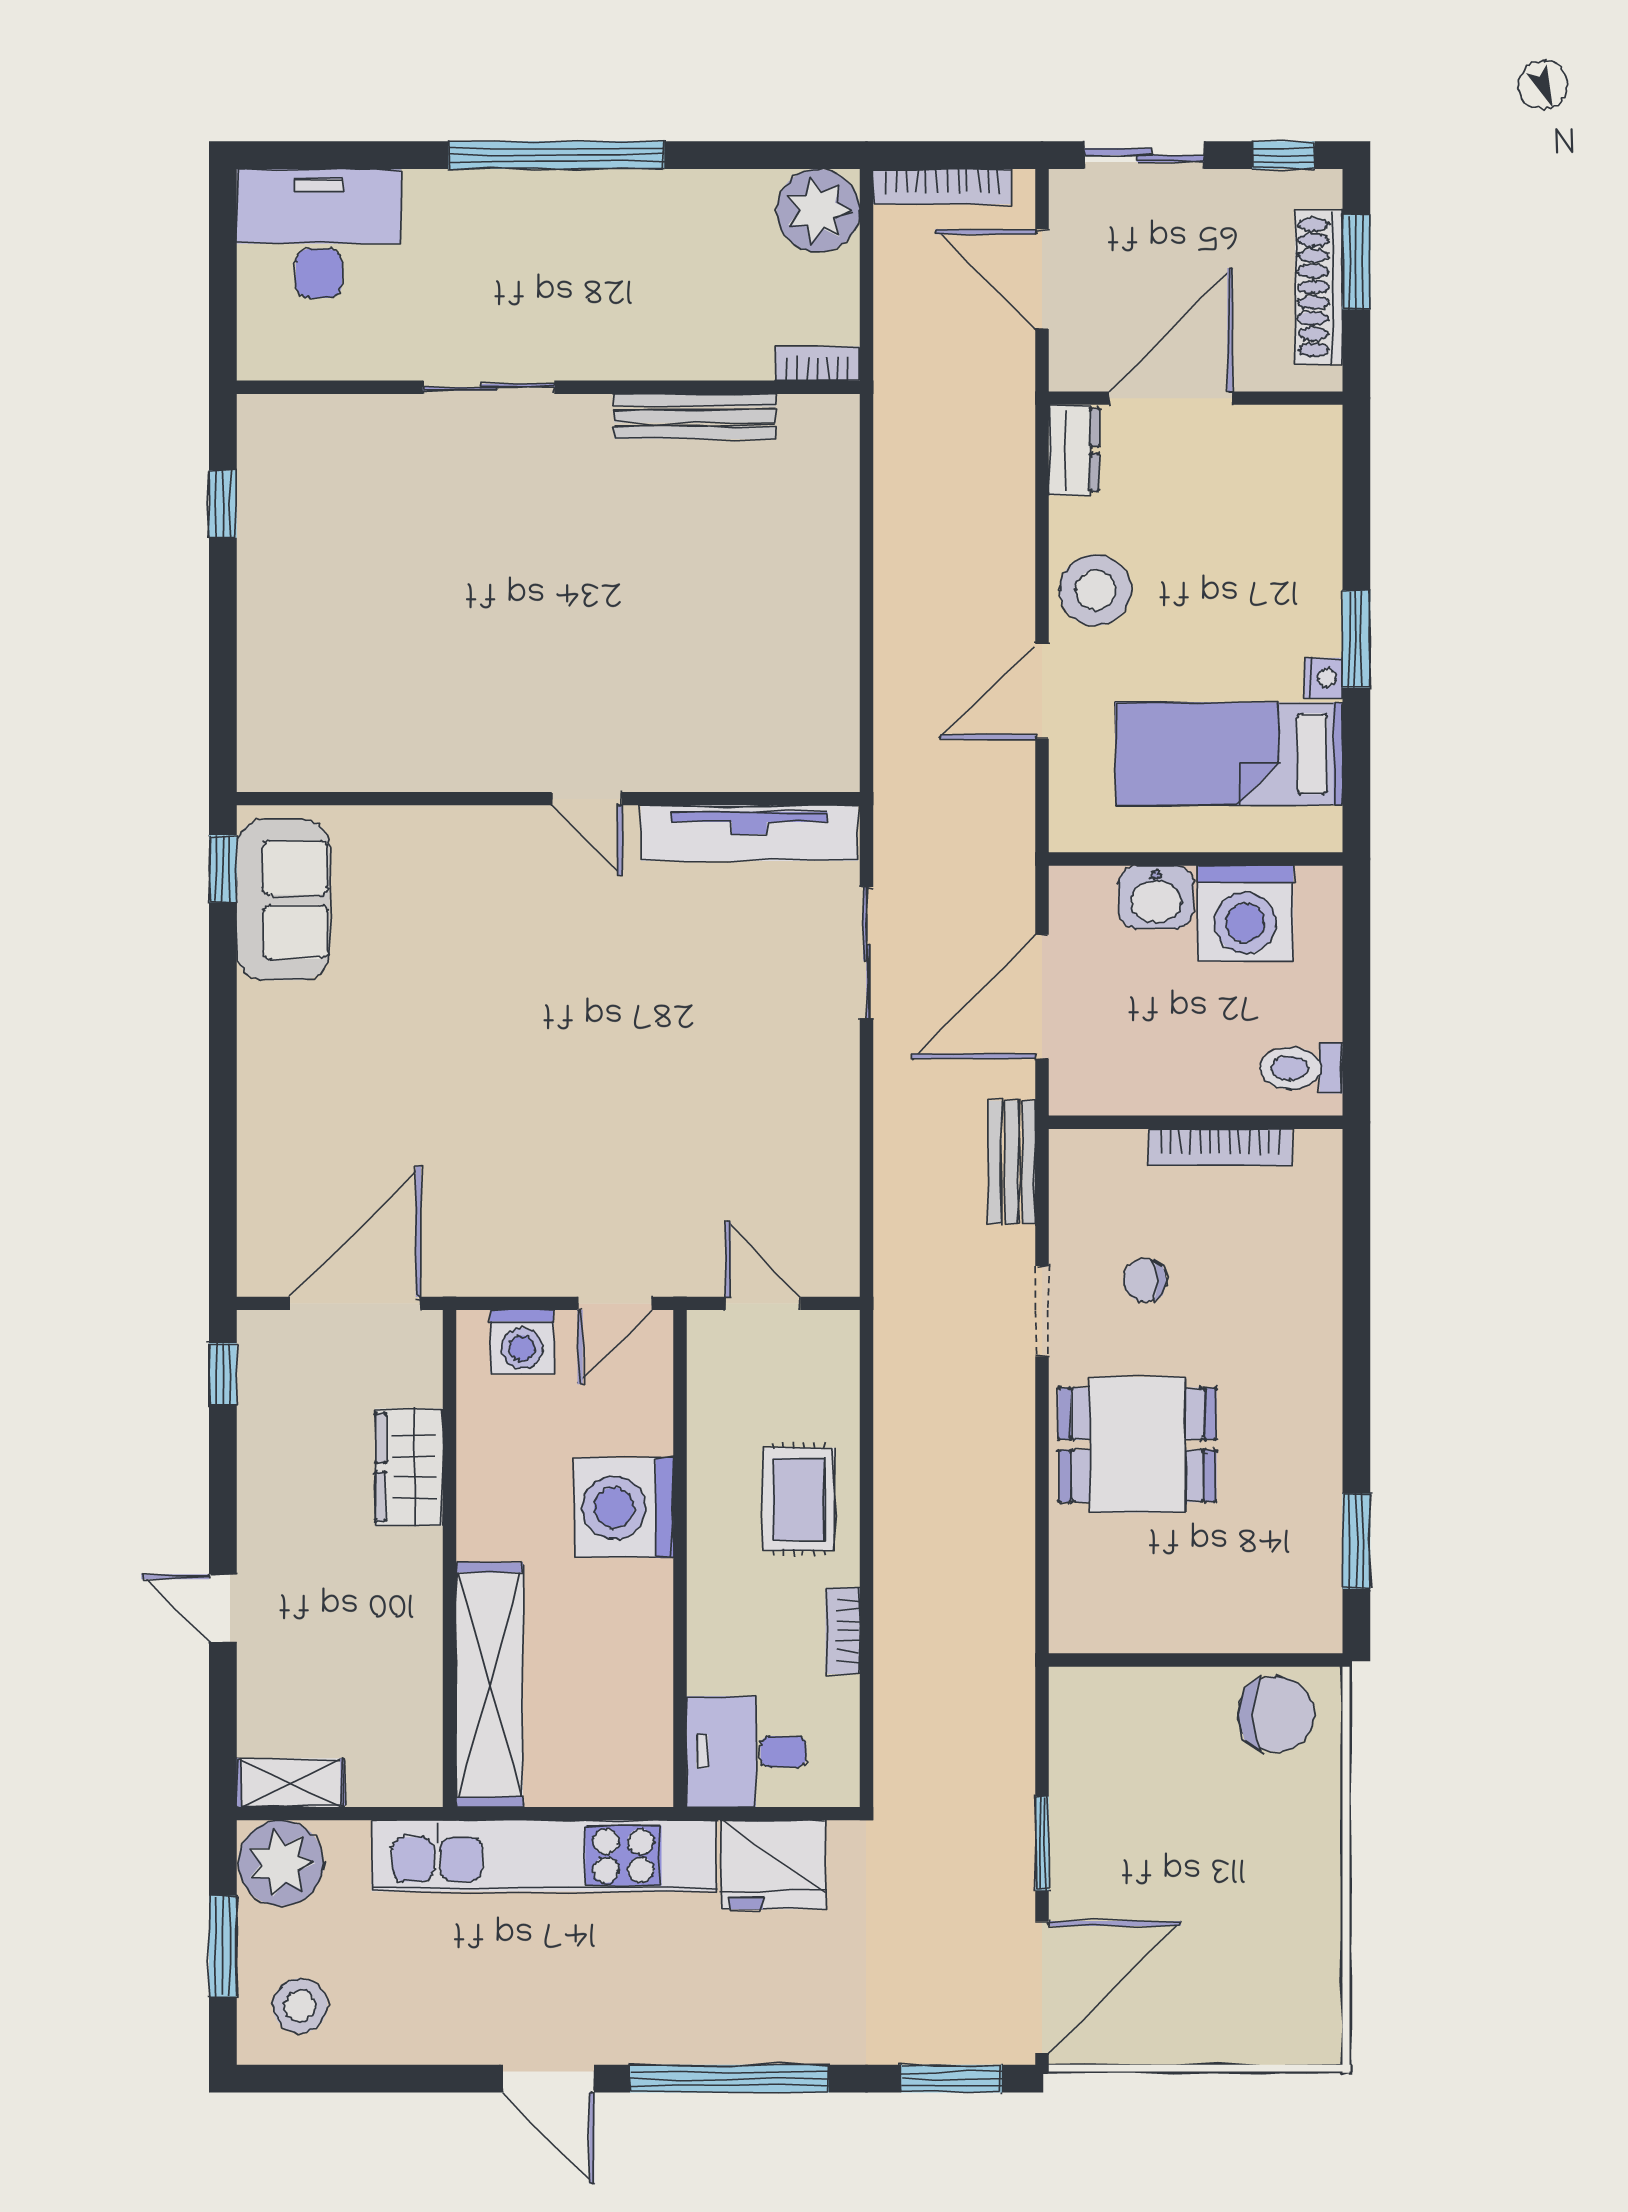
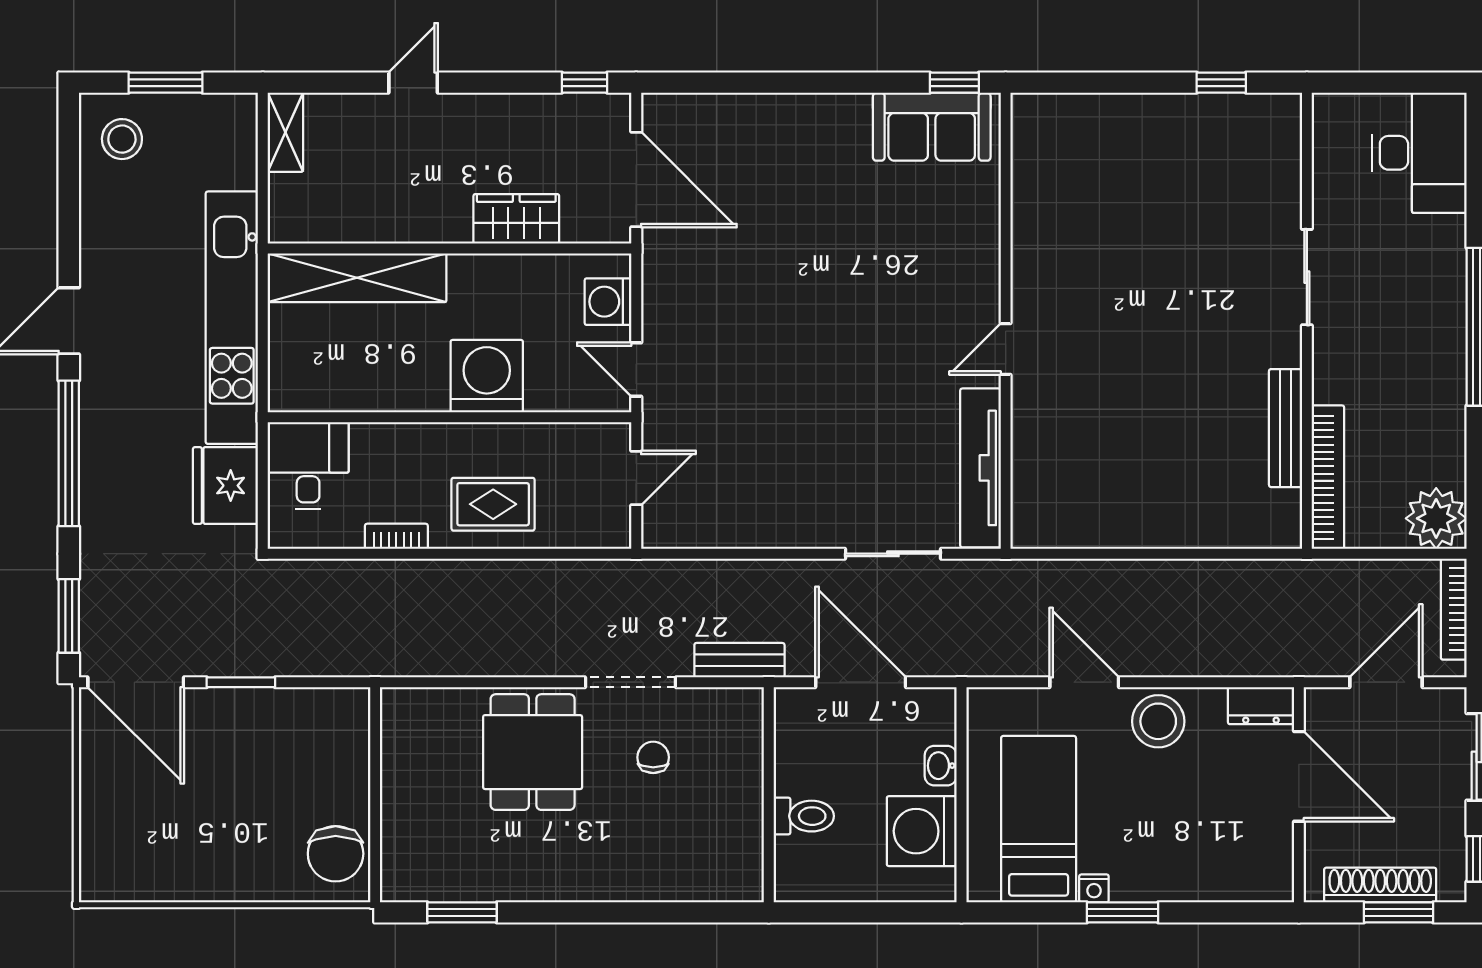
bookcase: (818, 364) -> (1328, 477), width x2.31, depth x1.31
washbasin: (1156, 897) -> (941, 766), width x0.72, depth x0.69
toilet: (1301, 1068) -> (804, 816), moved, turned 90
bookcase: (1220, 1147) -> (750, 813), removed
doorway: (1042, 1311) -> (630, 682), width x1.38
plant: (281, 1863) -> (227, 125), removed

